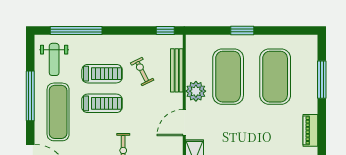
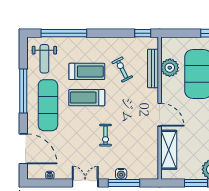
plant: (196, 91) -> (170, 68), moved
treadmill: (102, 103) -> (87, 98), turned 180
door: (184, 123) -> (160, 115), swing flipped

